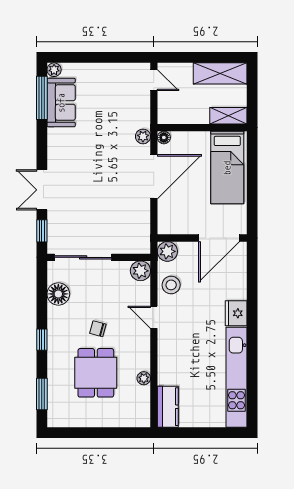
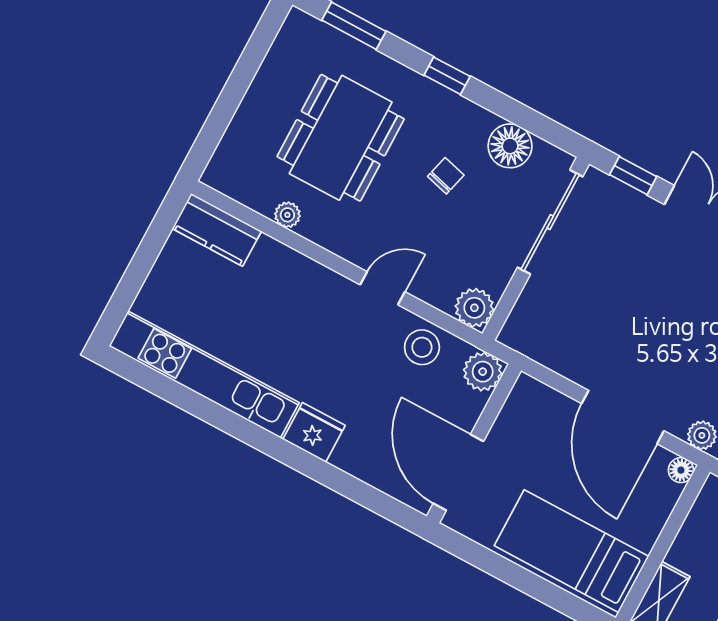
chair: (98, 329) -> (446, 176), moved
dining table: (96, 373) -> (341, 138), width x1.37

